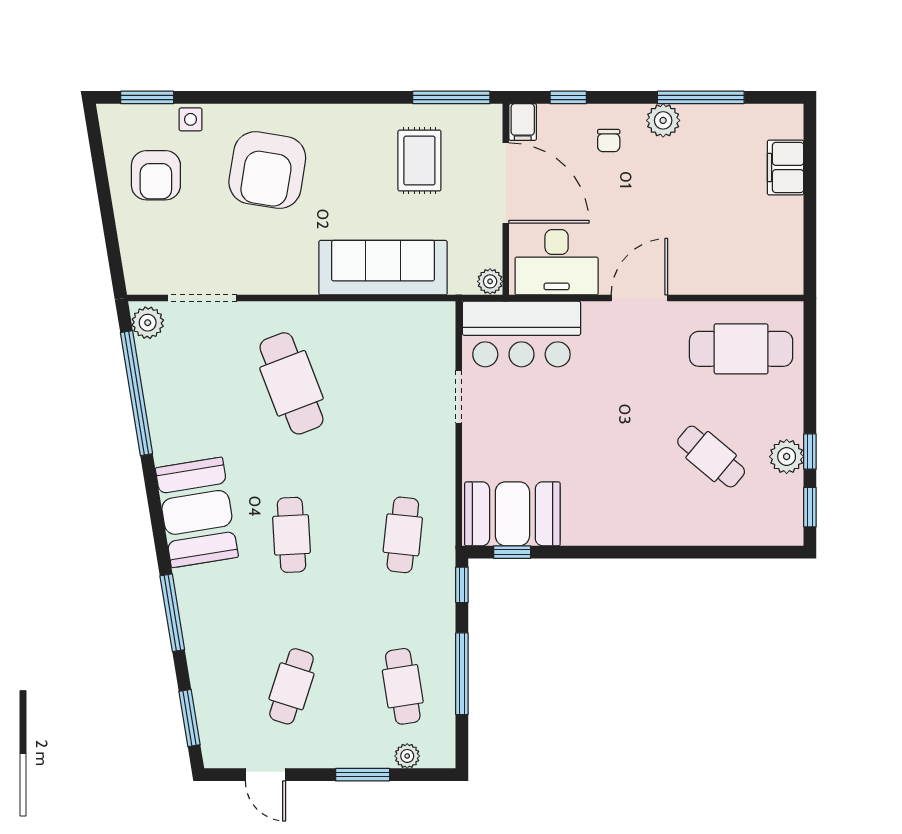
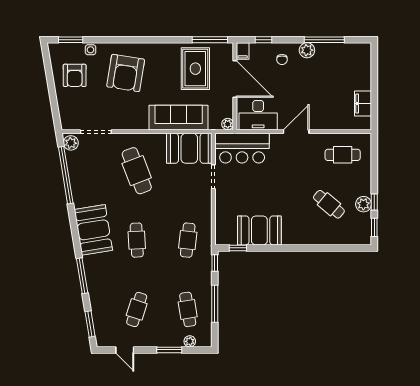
rug: (419, 161) -> (195, 69), width x1.36, depth x1.43
filing cabinet: (785, 167) -> (363, 104), moved
booth: (406, 334) -> (189, 148), added
cafe table: (741, 349) -> (343, 155), width x0.73, depth x0.74
booth: (512, 514) -> (259, 230), moved

